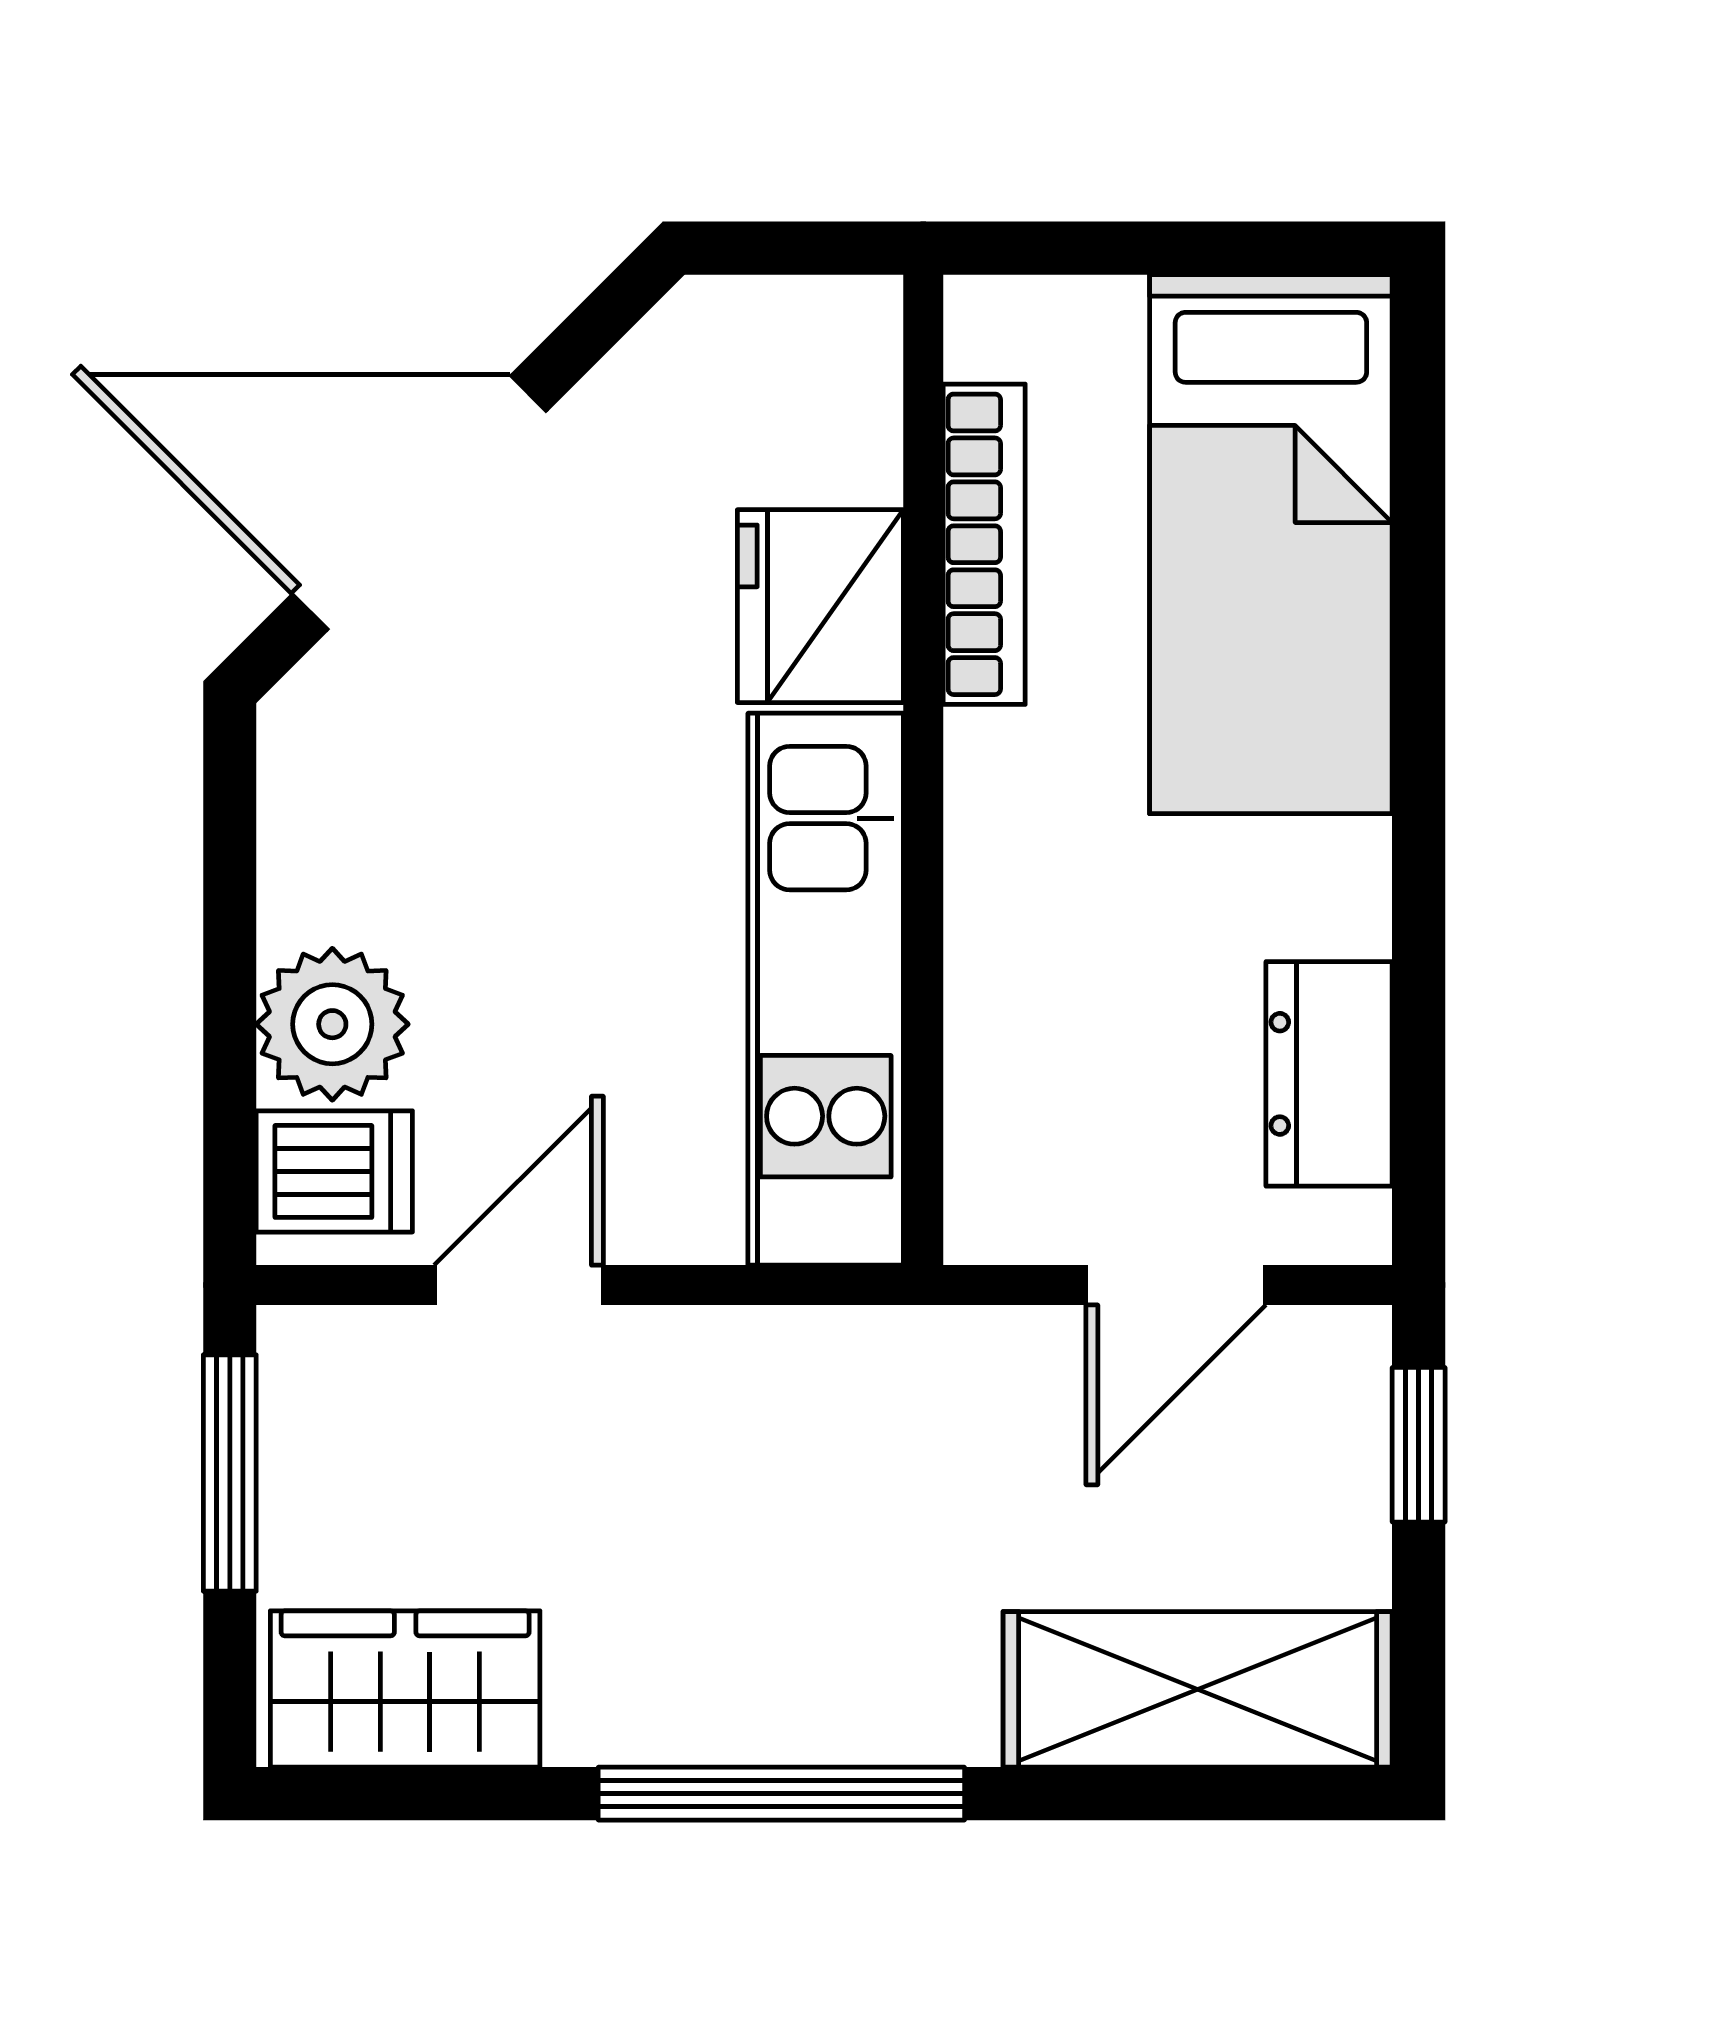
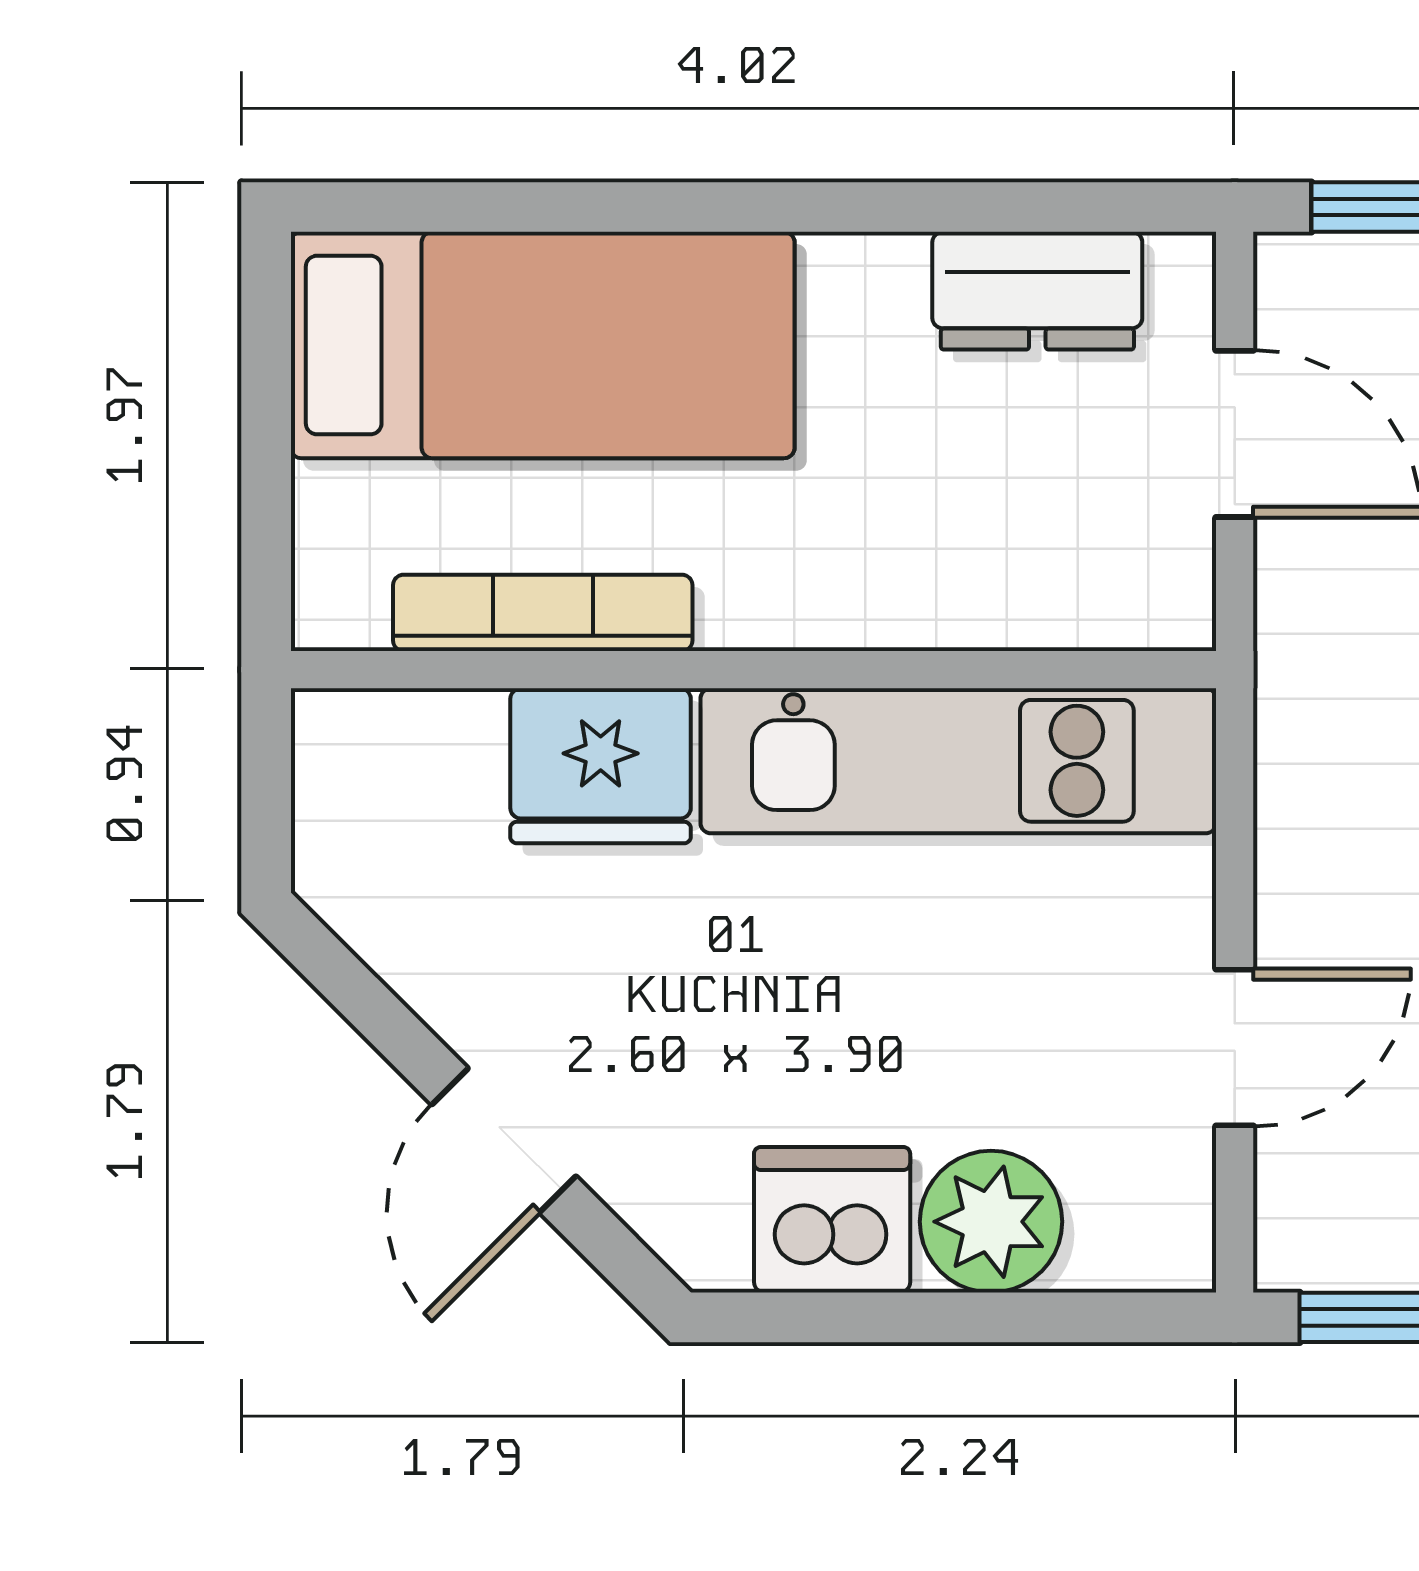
door: (419, 503) -> (504, 1140), width x0.53
dishwasher: (334, 1171) -> (832, 1220), moved, width x1.38
door: (519, 1285) -> (1235, 1048), swing flipped

